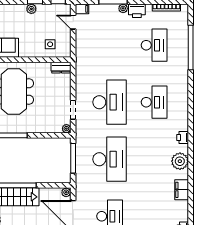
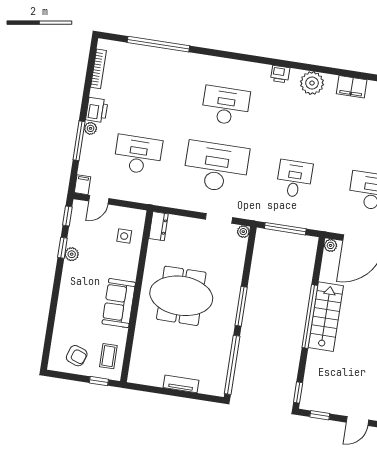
desk: (154, 45) -> (138, 155), moved
desk: (110, 159) -> (294, 179), width x0.53, depth x0.77

